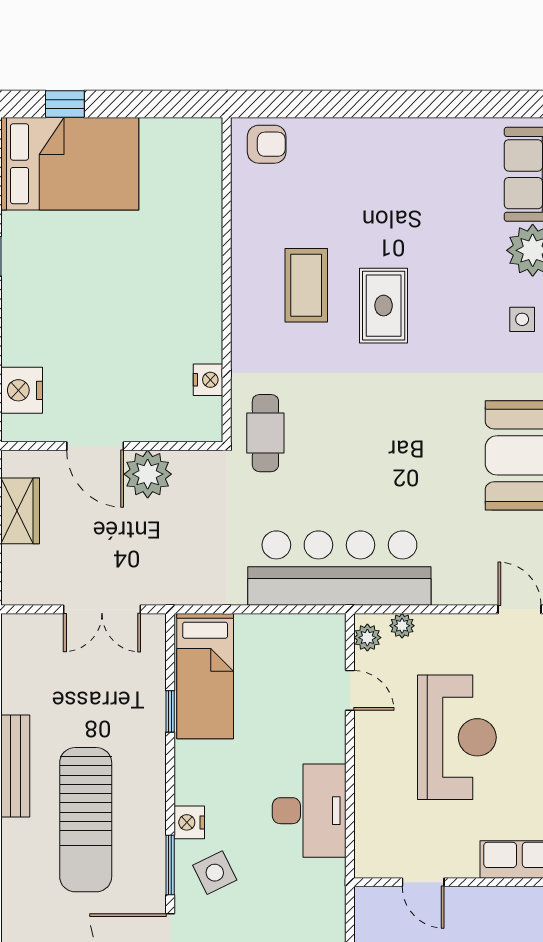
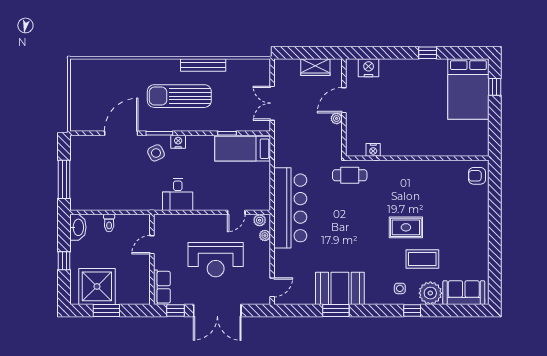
armchair: (267, 144) -> (477, 176), turned 90
coffee table: (306, 285) -> (422, 259), moved
plant: (148, 474) -> (337, 118), width x0.53, depth x0.53
desk: (309, 811) -> (178, 195), width x0.73

